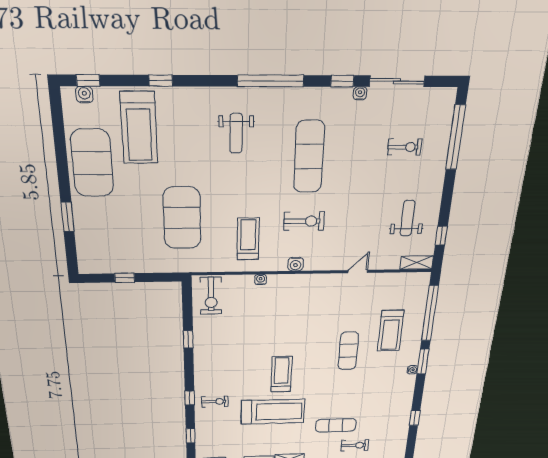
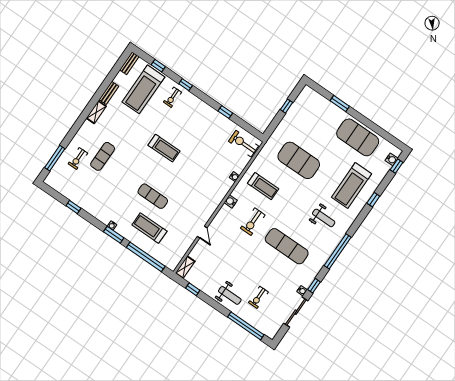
treadmill: (139, 128) -> (352, 186), moved, turned -90
weight bench: (236, 133) -> (324, 218), turned 180
weight bench: (407, 218) -> (230, 295), moved
treadmill: (273, 412) -> (143, 89), moved

